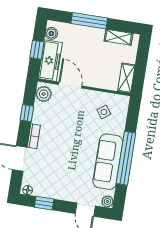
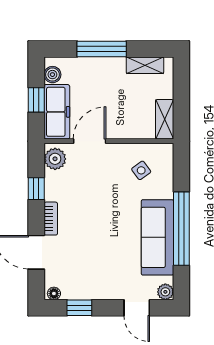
door: (70, 85) -> (90, 141), hinge flipped

